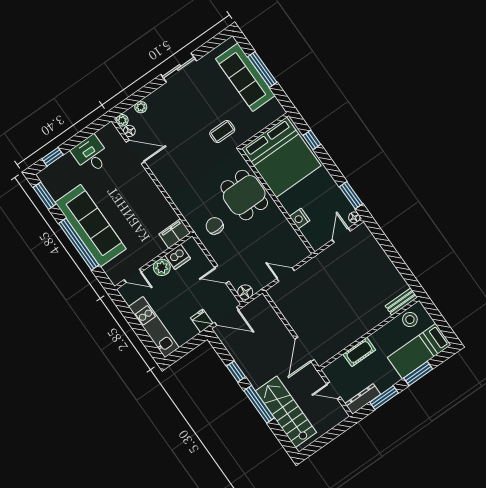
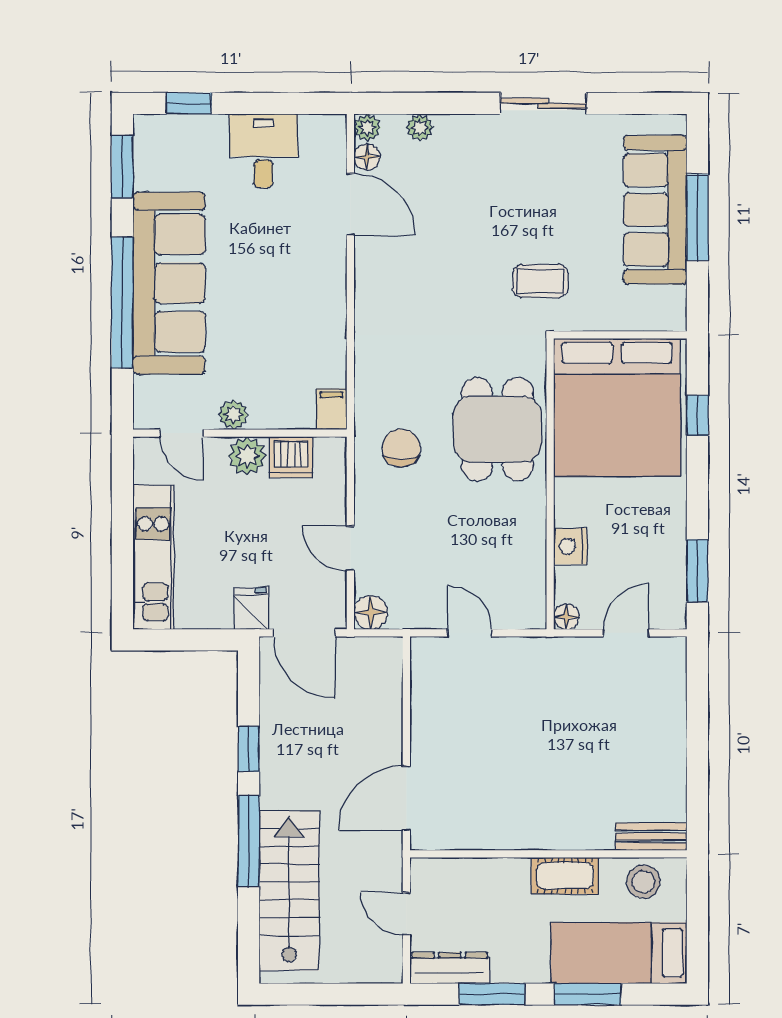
floor lamp: (354, 217) -> (566, 617), moved
filing cabinet: (175, 233) -> (331, 409), width x0.50
plant: (147, 256) -> (233, 415), added
cot: (359, 352) -> (565, 876), moved

